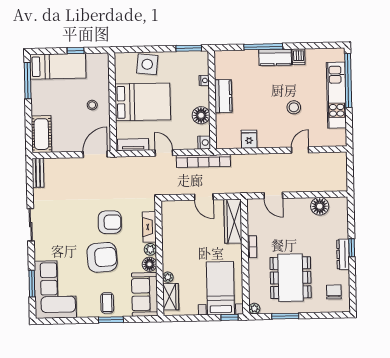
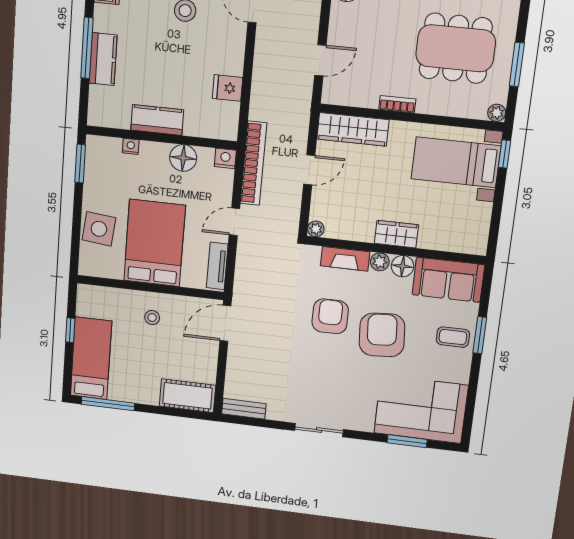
kitchen counter: (275, 57) -> (103, 59), moved
door: (95, 154) -> (225, 323), hinge flipped
plant: (168, 277) -> (316, 229), moved
wardrobe: (171, 297) -> (396, 234), moved

